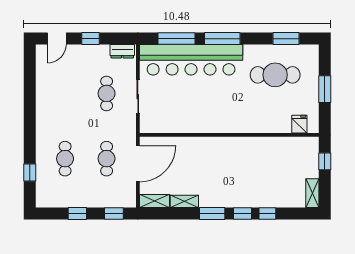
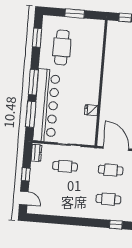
fridge: (299, 124) -> (91, 110), moved

